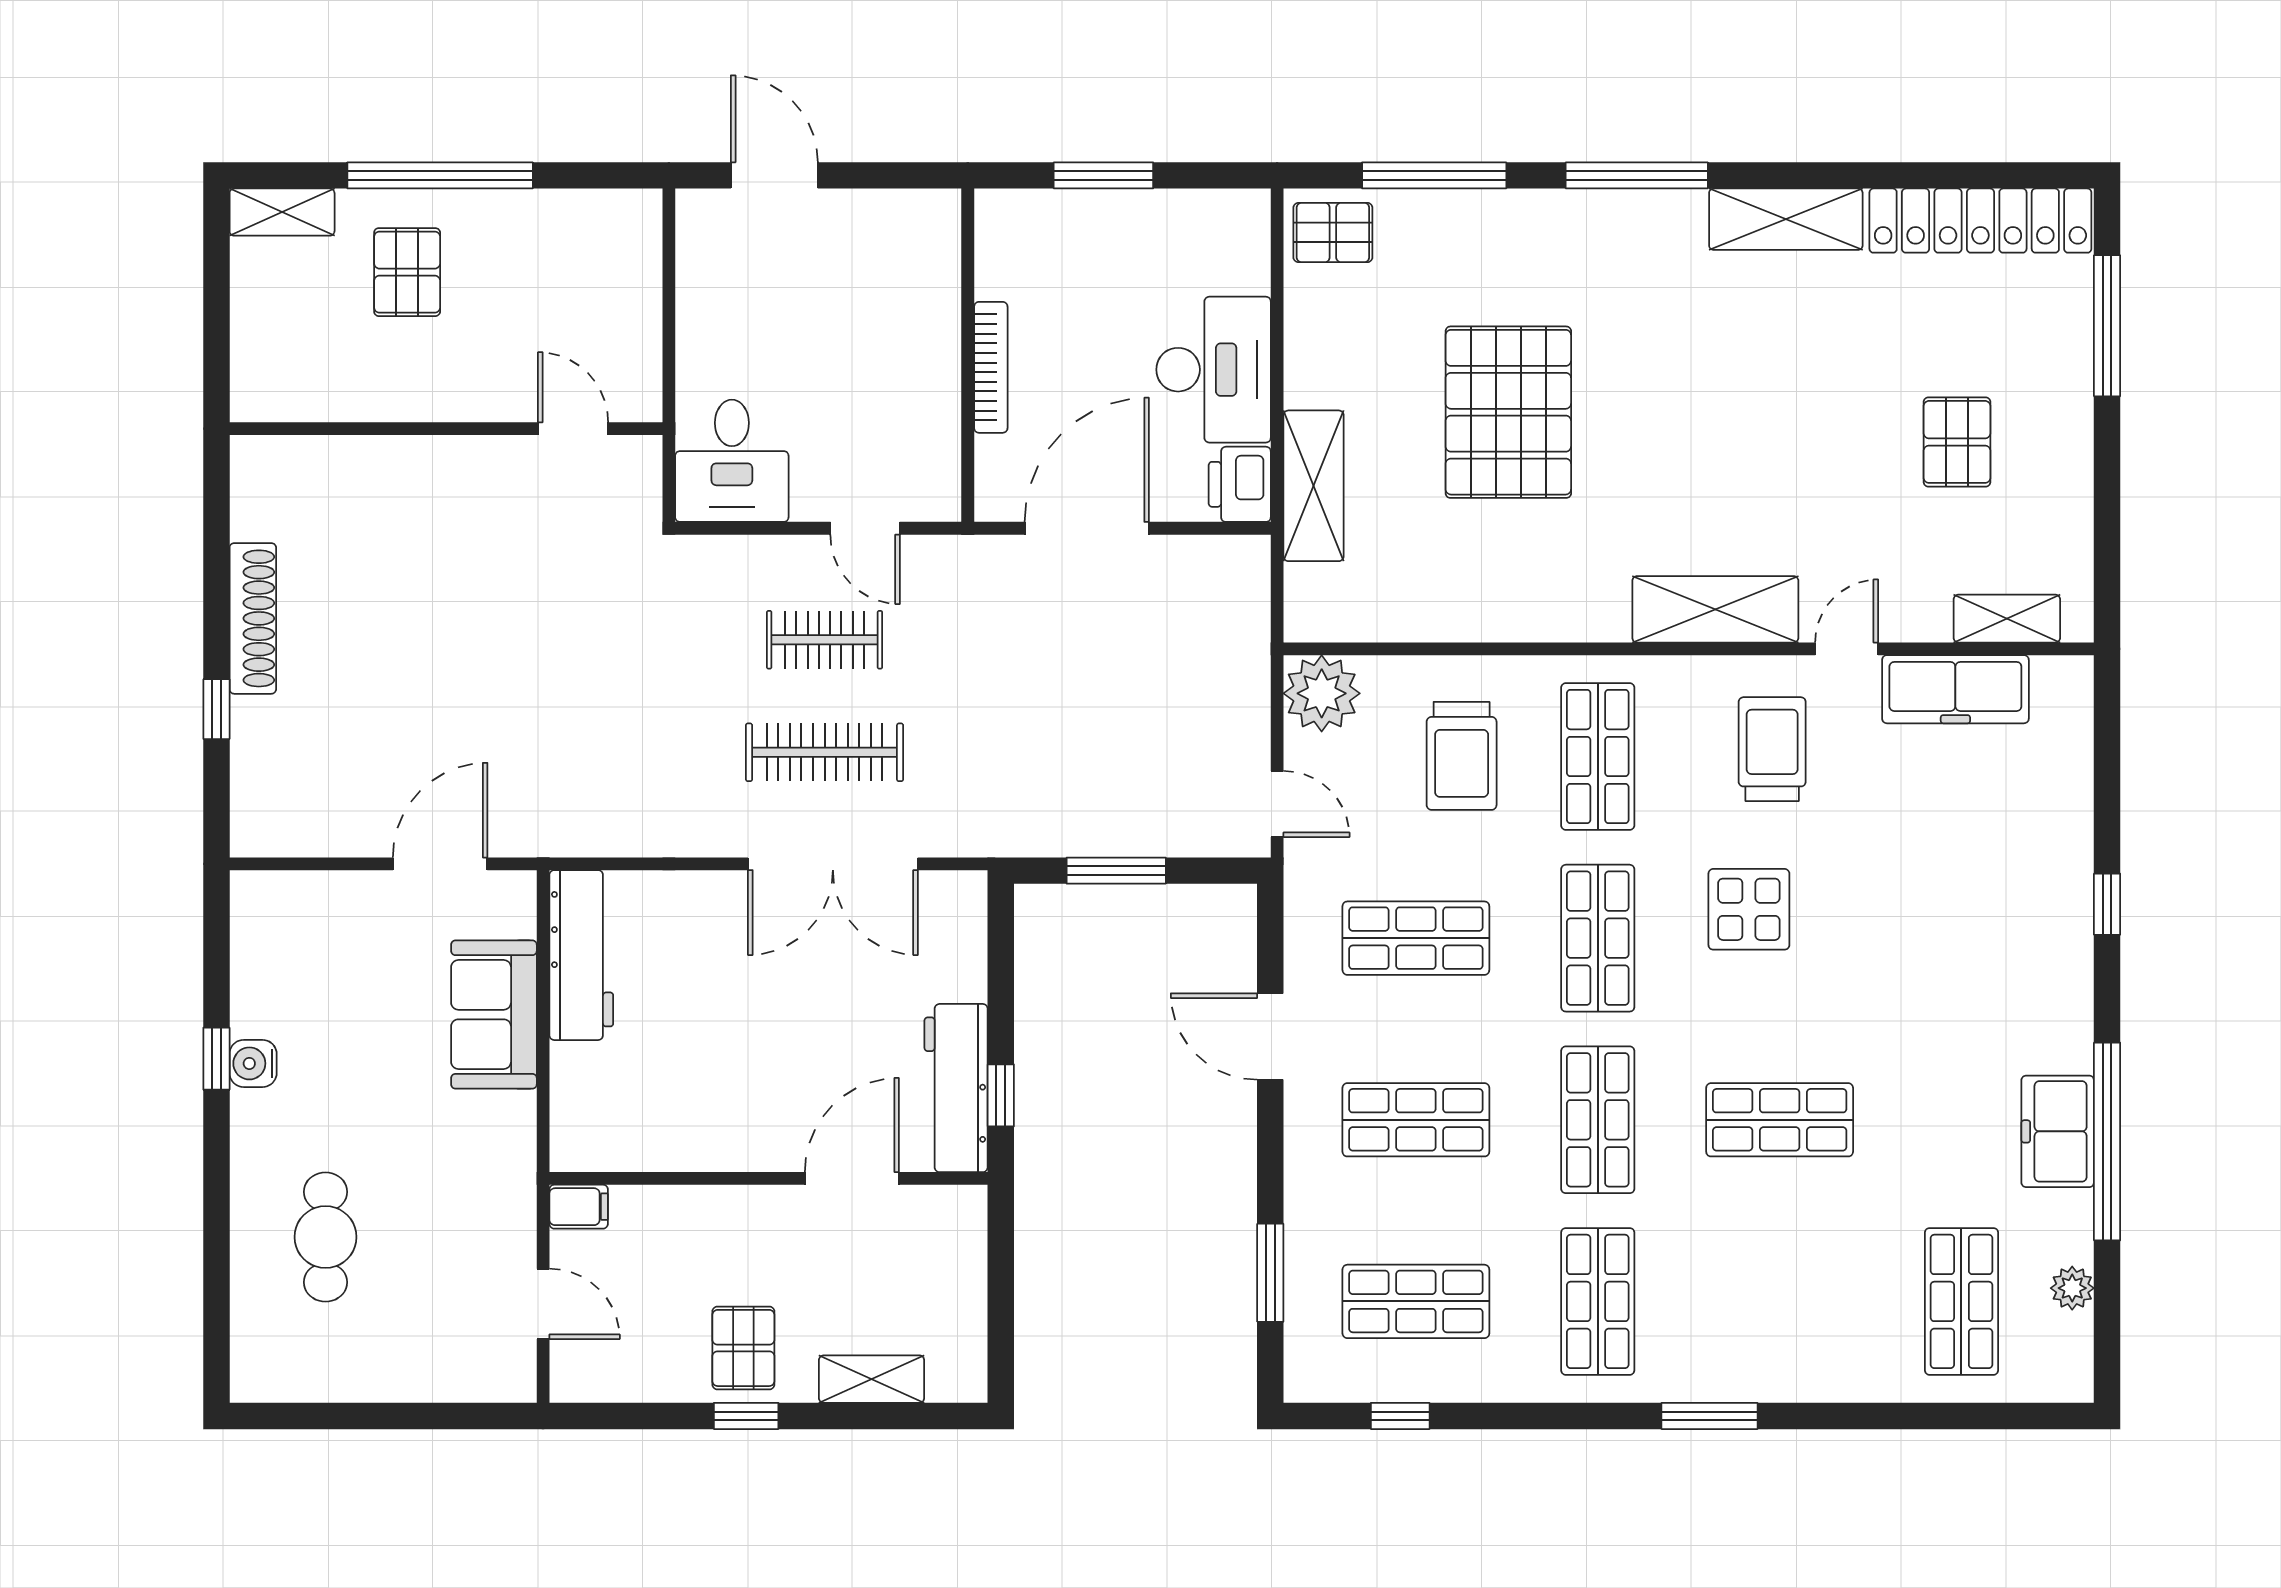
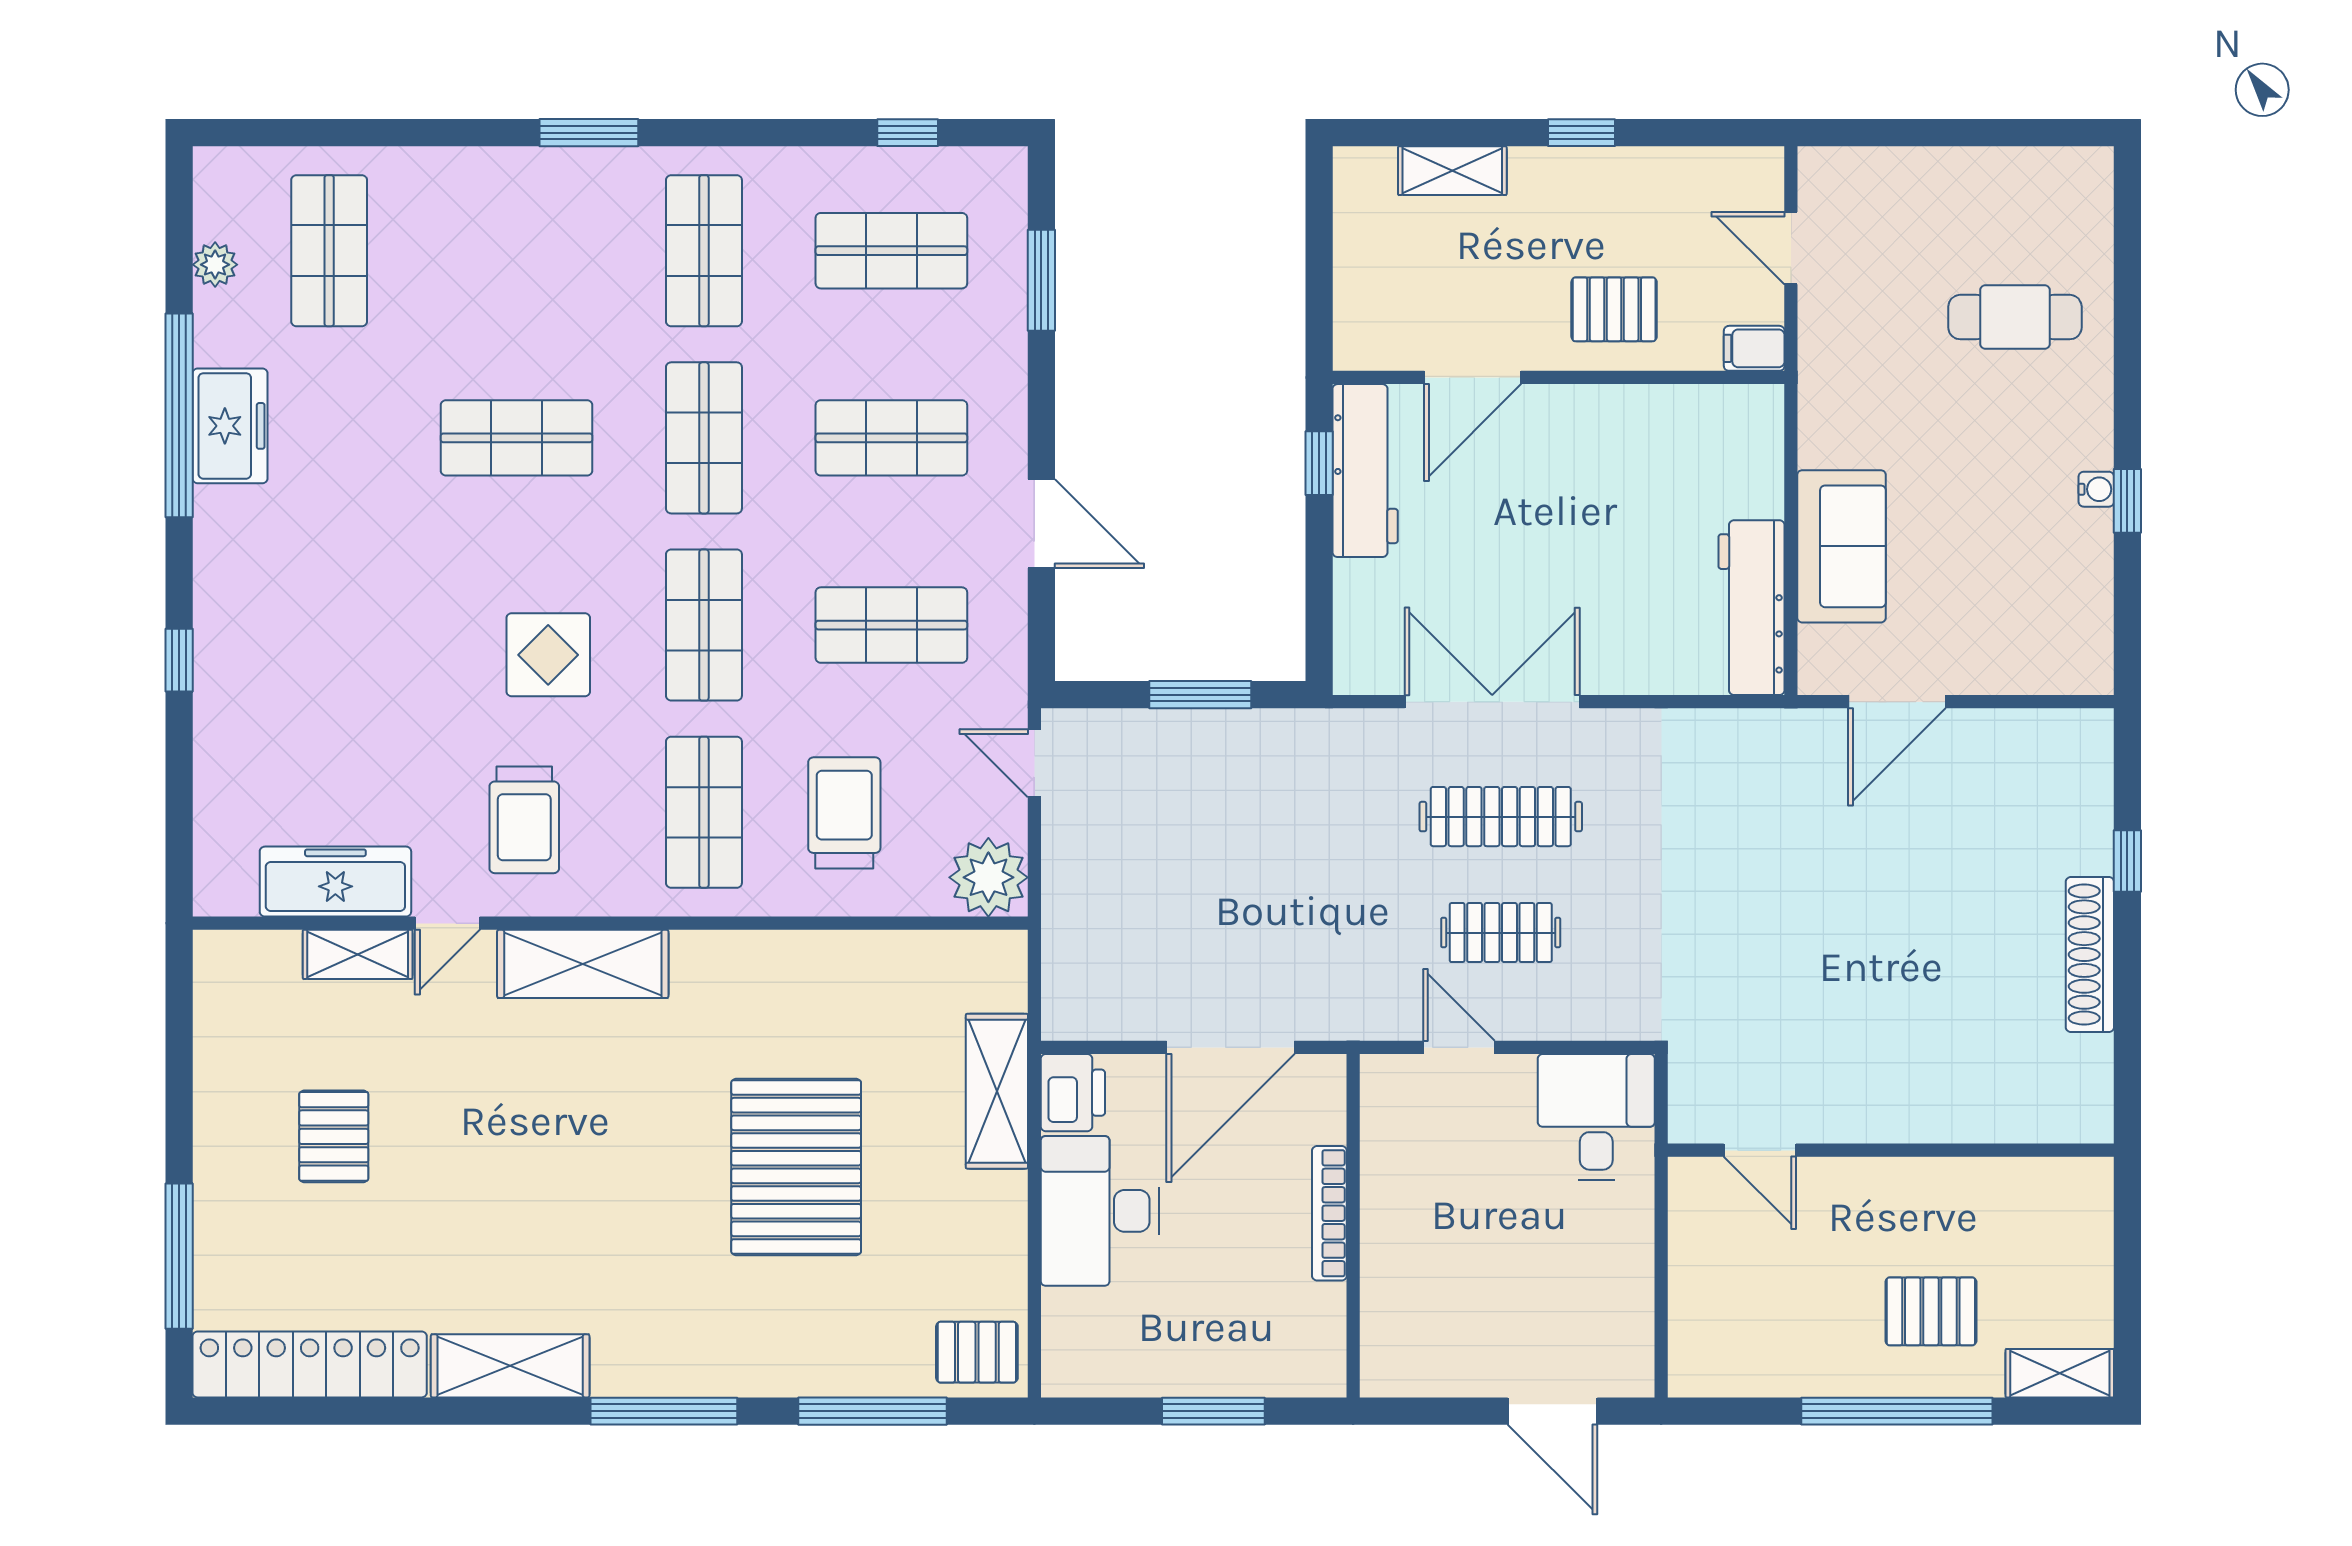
pallet: (407, 272) -> (1931, 1311), turned 90
shelving: (2007, 619) -> (358, 954), moved
water cooler: (253, 1063) -> (2096, 489), width x0.72, depth x0.72
cafe table: (325, 1237) -> (2015, 317), turned 90
pallet: (743, 1348) -> (1614, 309), moved, turned 90

